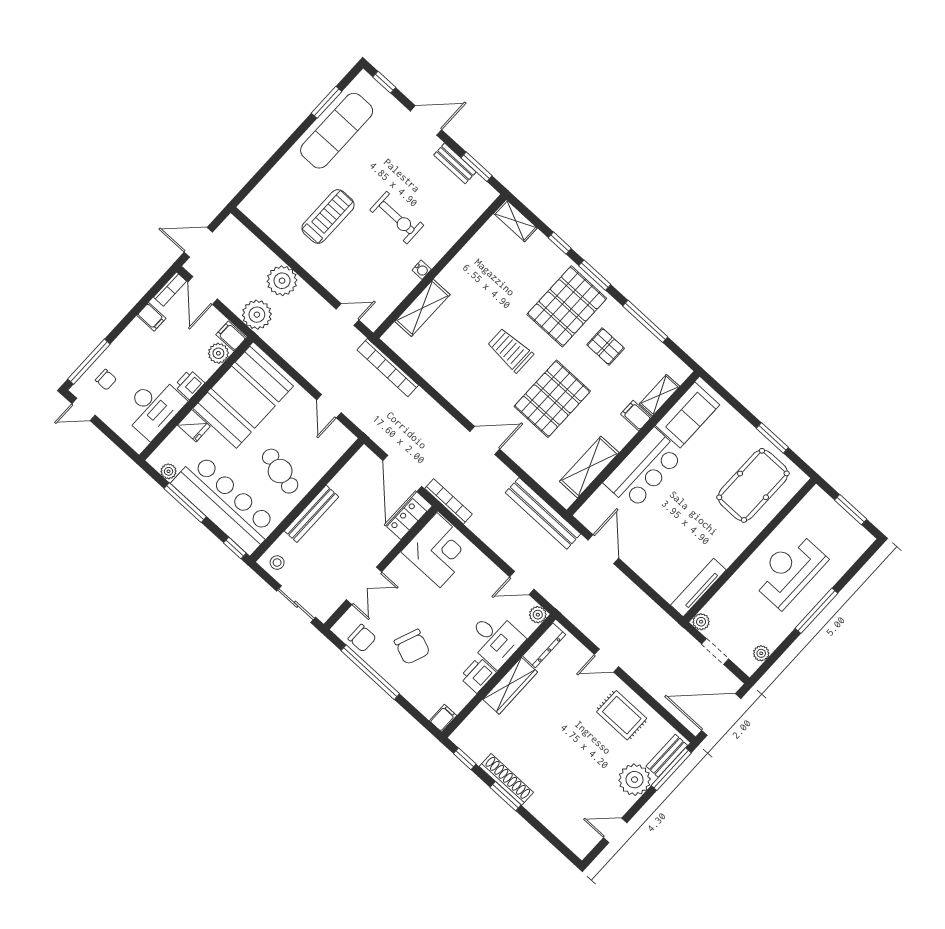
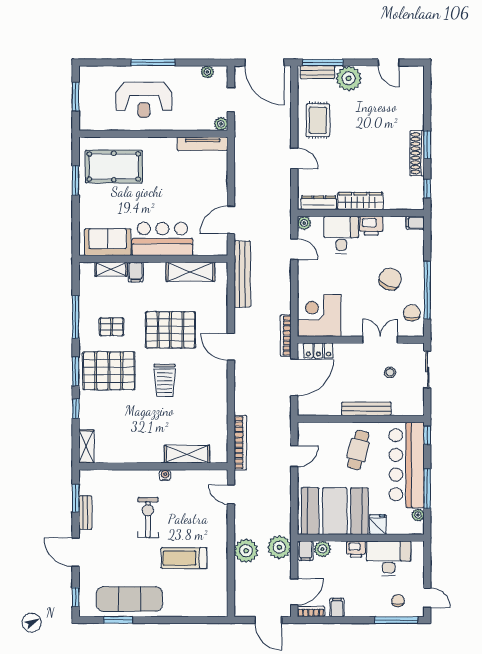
pallet: (606, 347) -> (111, 327), turned 90
stool: (277, 563) -> (390, 372), moved

